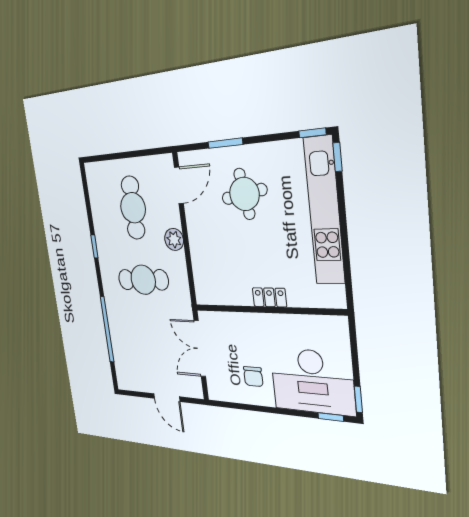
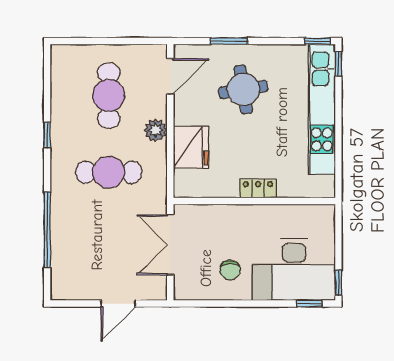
fridge: (205, 256) -> (191, 147), added
door: (167, 398) -> (118, 304), hinge flipped

